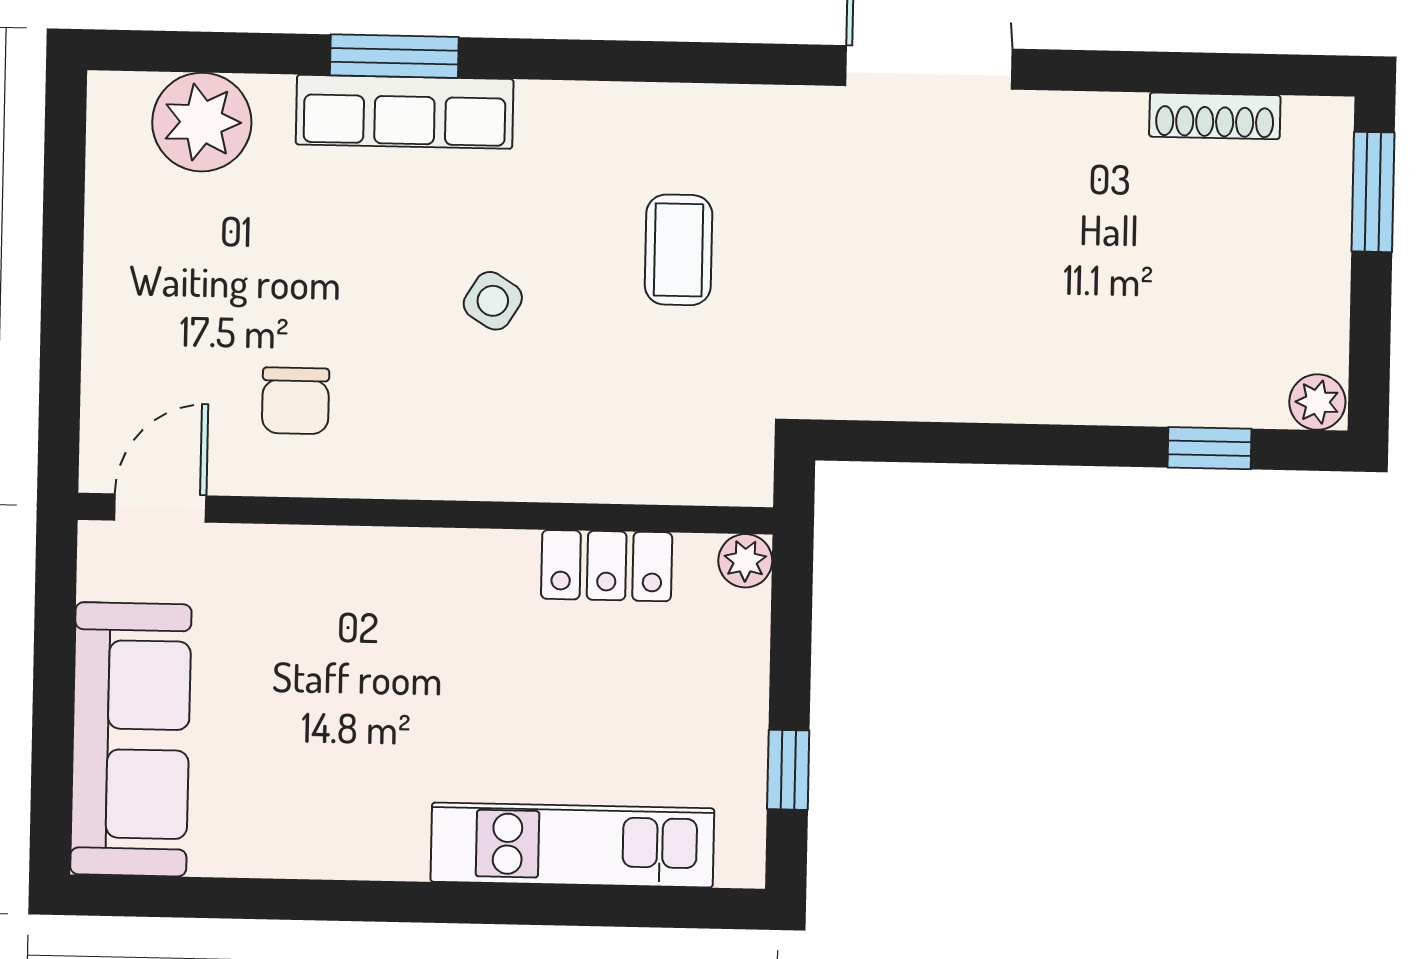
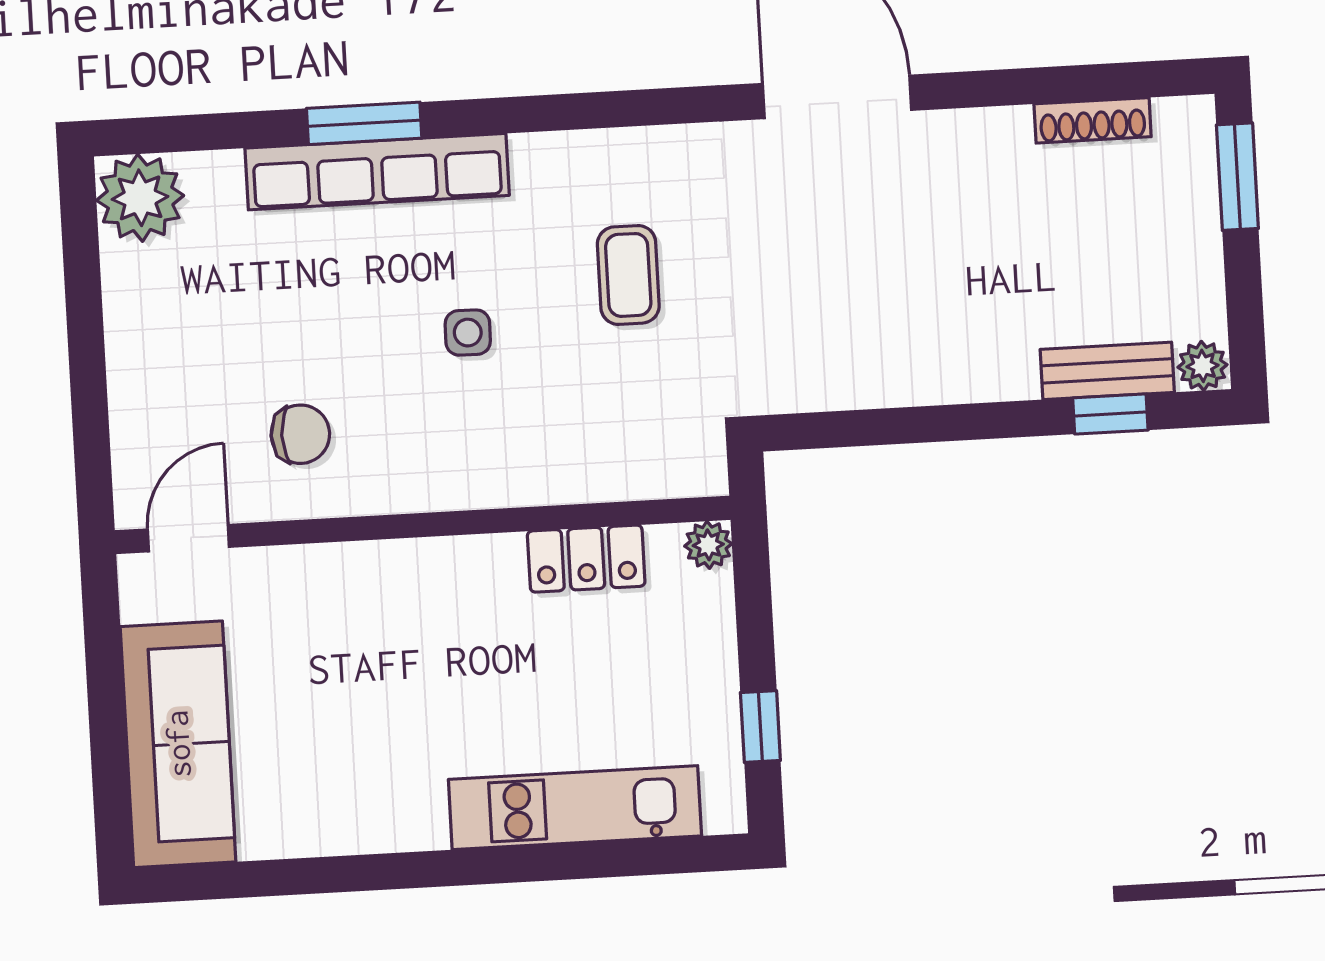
row of seats: (405, 112) -> (377, 172), width x1.36
plant: (202, 122) -> (140, 198), moved
side table: (493, 301) -> (468, 333), turned -31
bench: (1210, 399) -> (1107, 371), added
chair: (295, 401) -> (300, 434), turned -90

